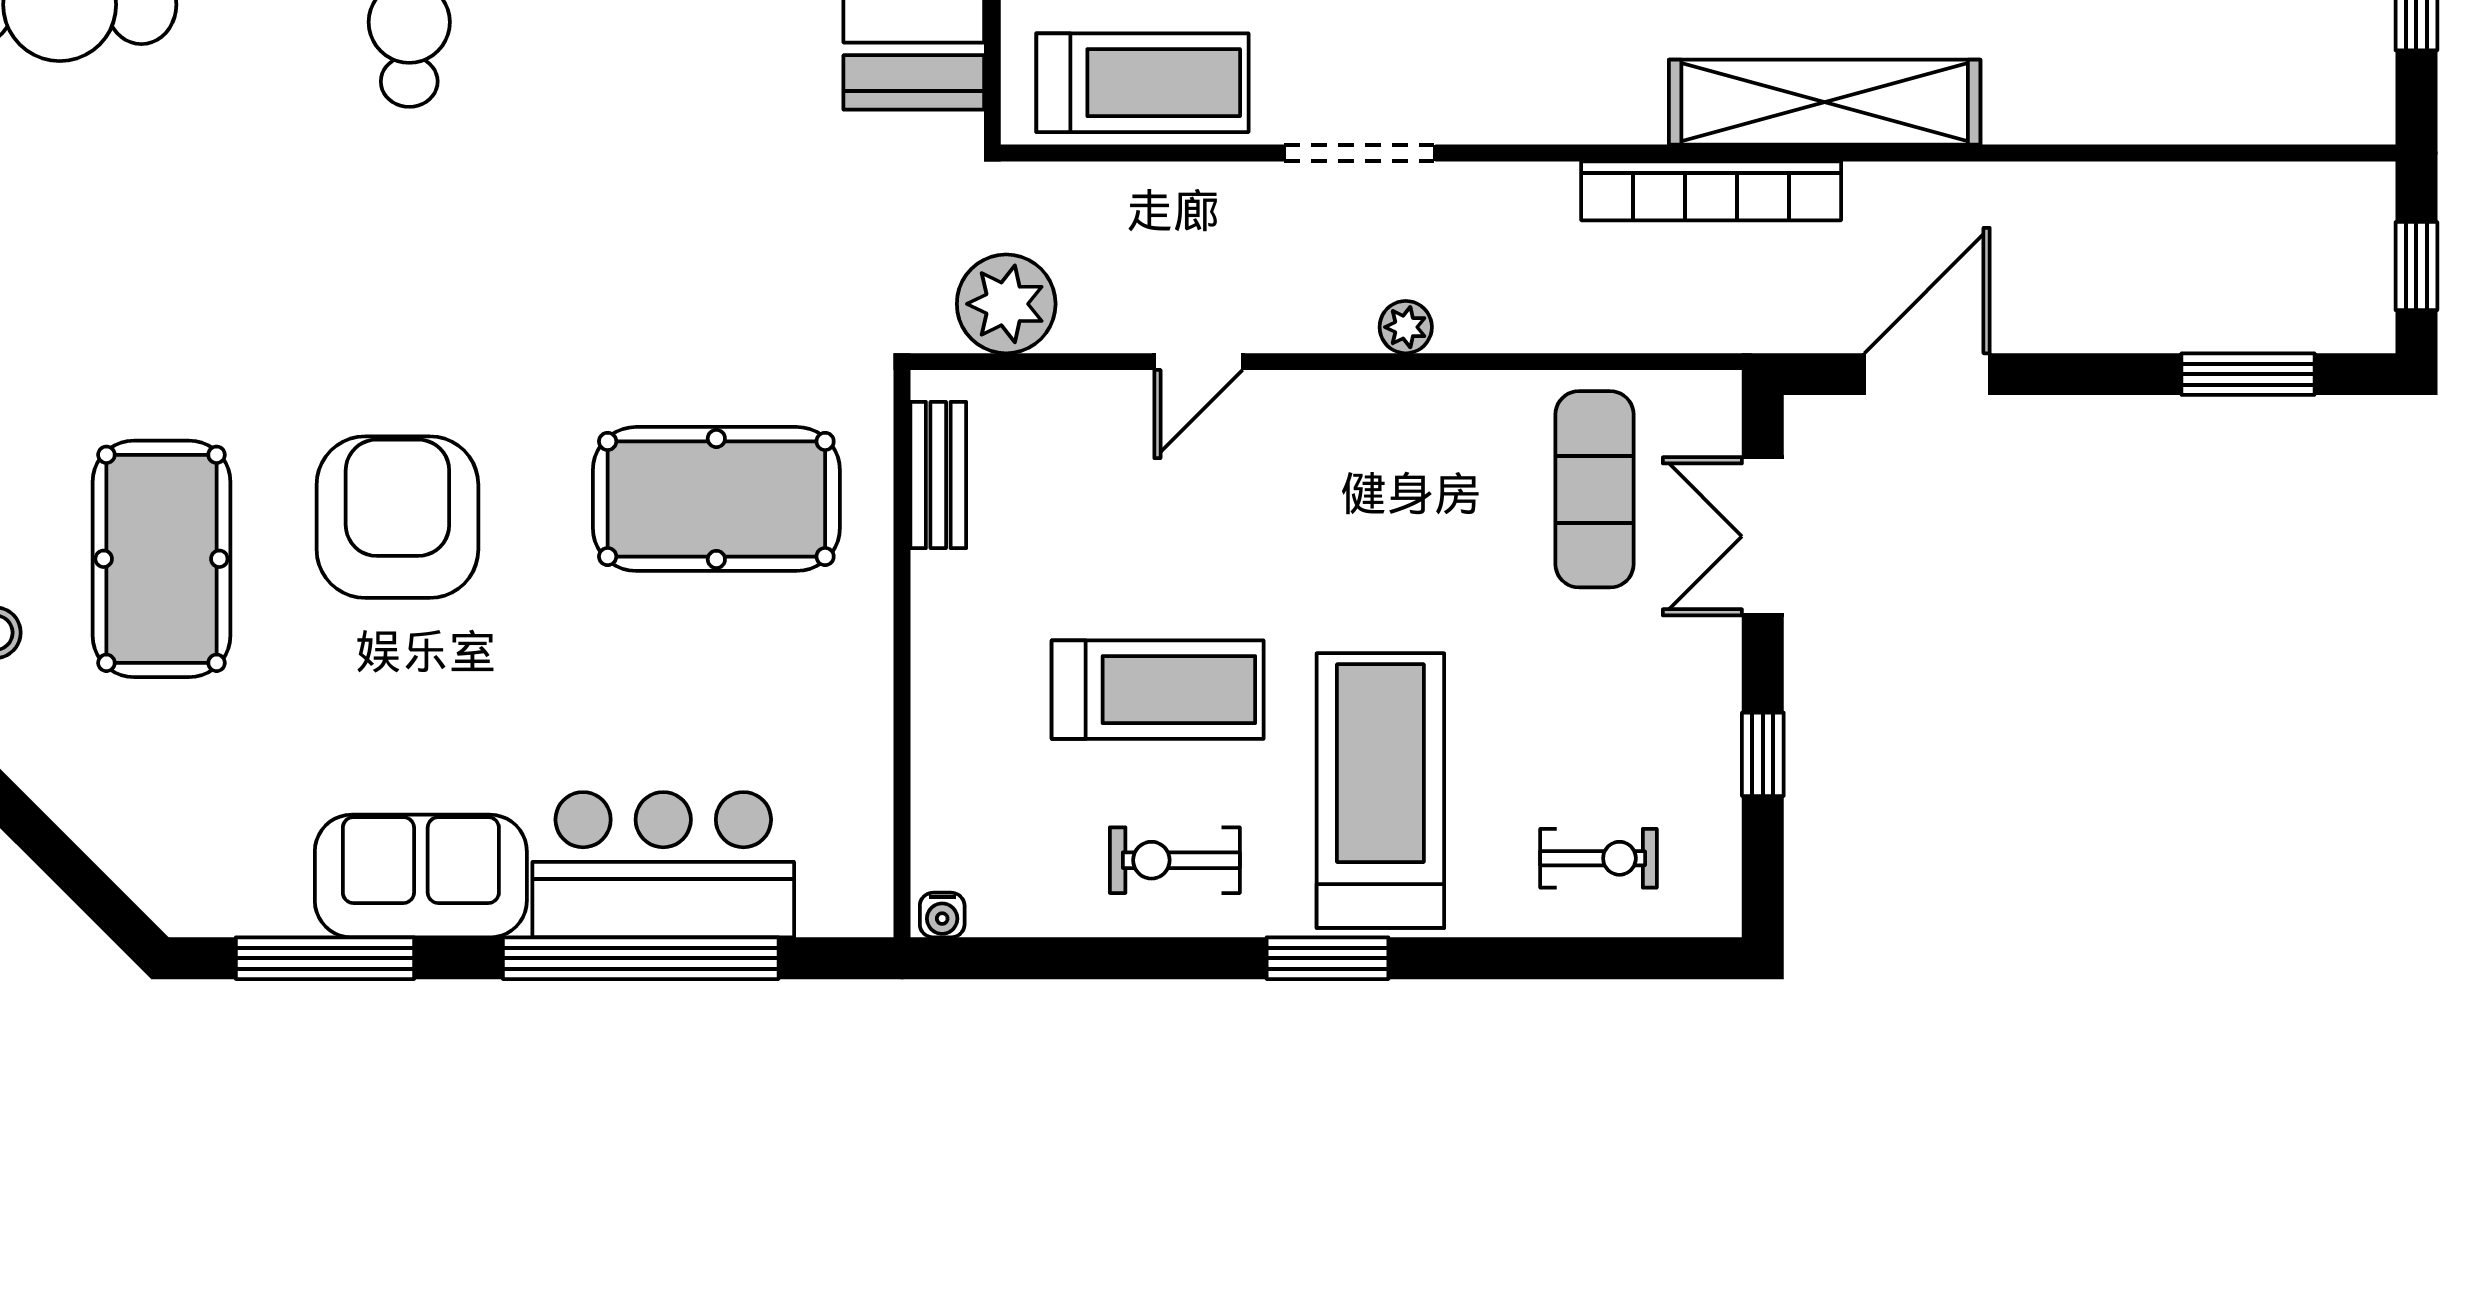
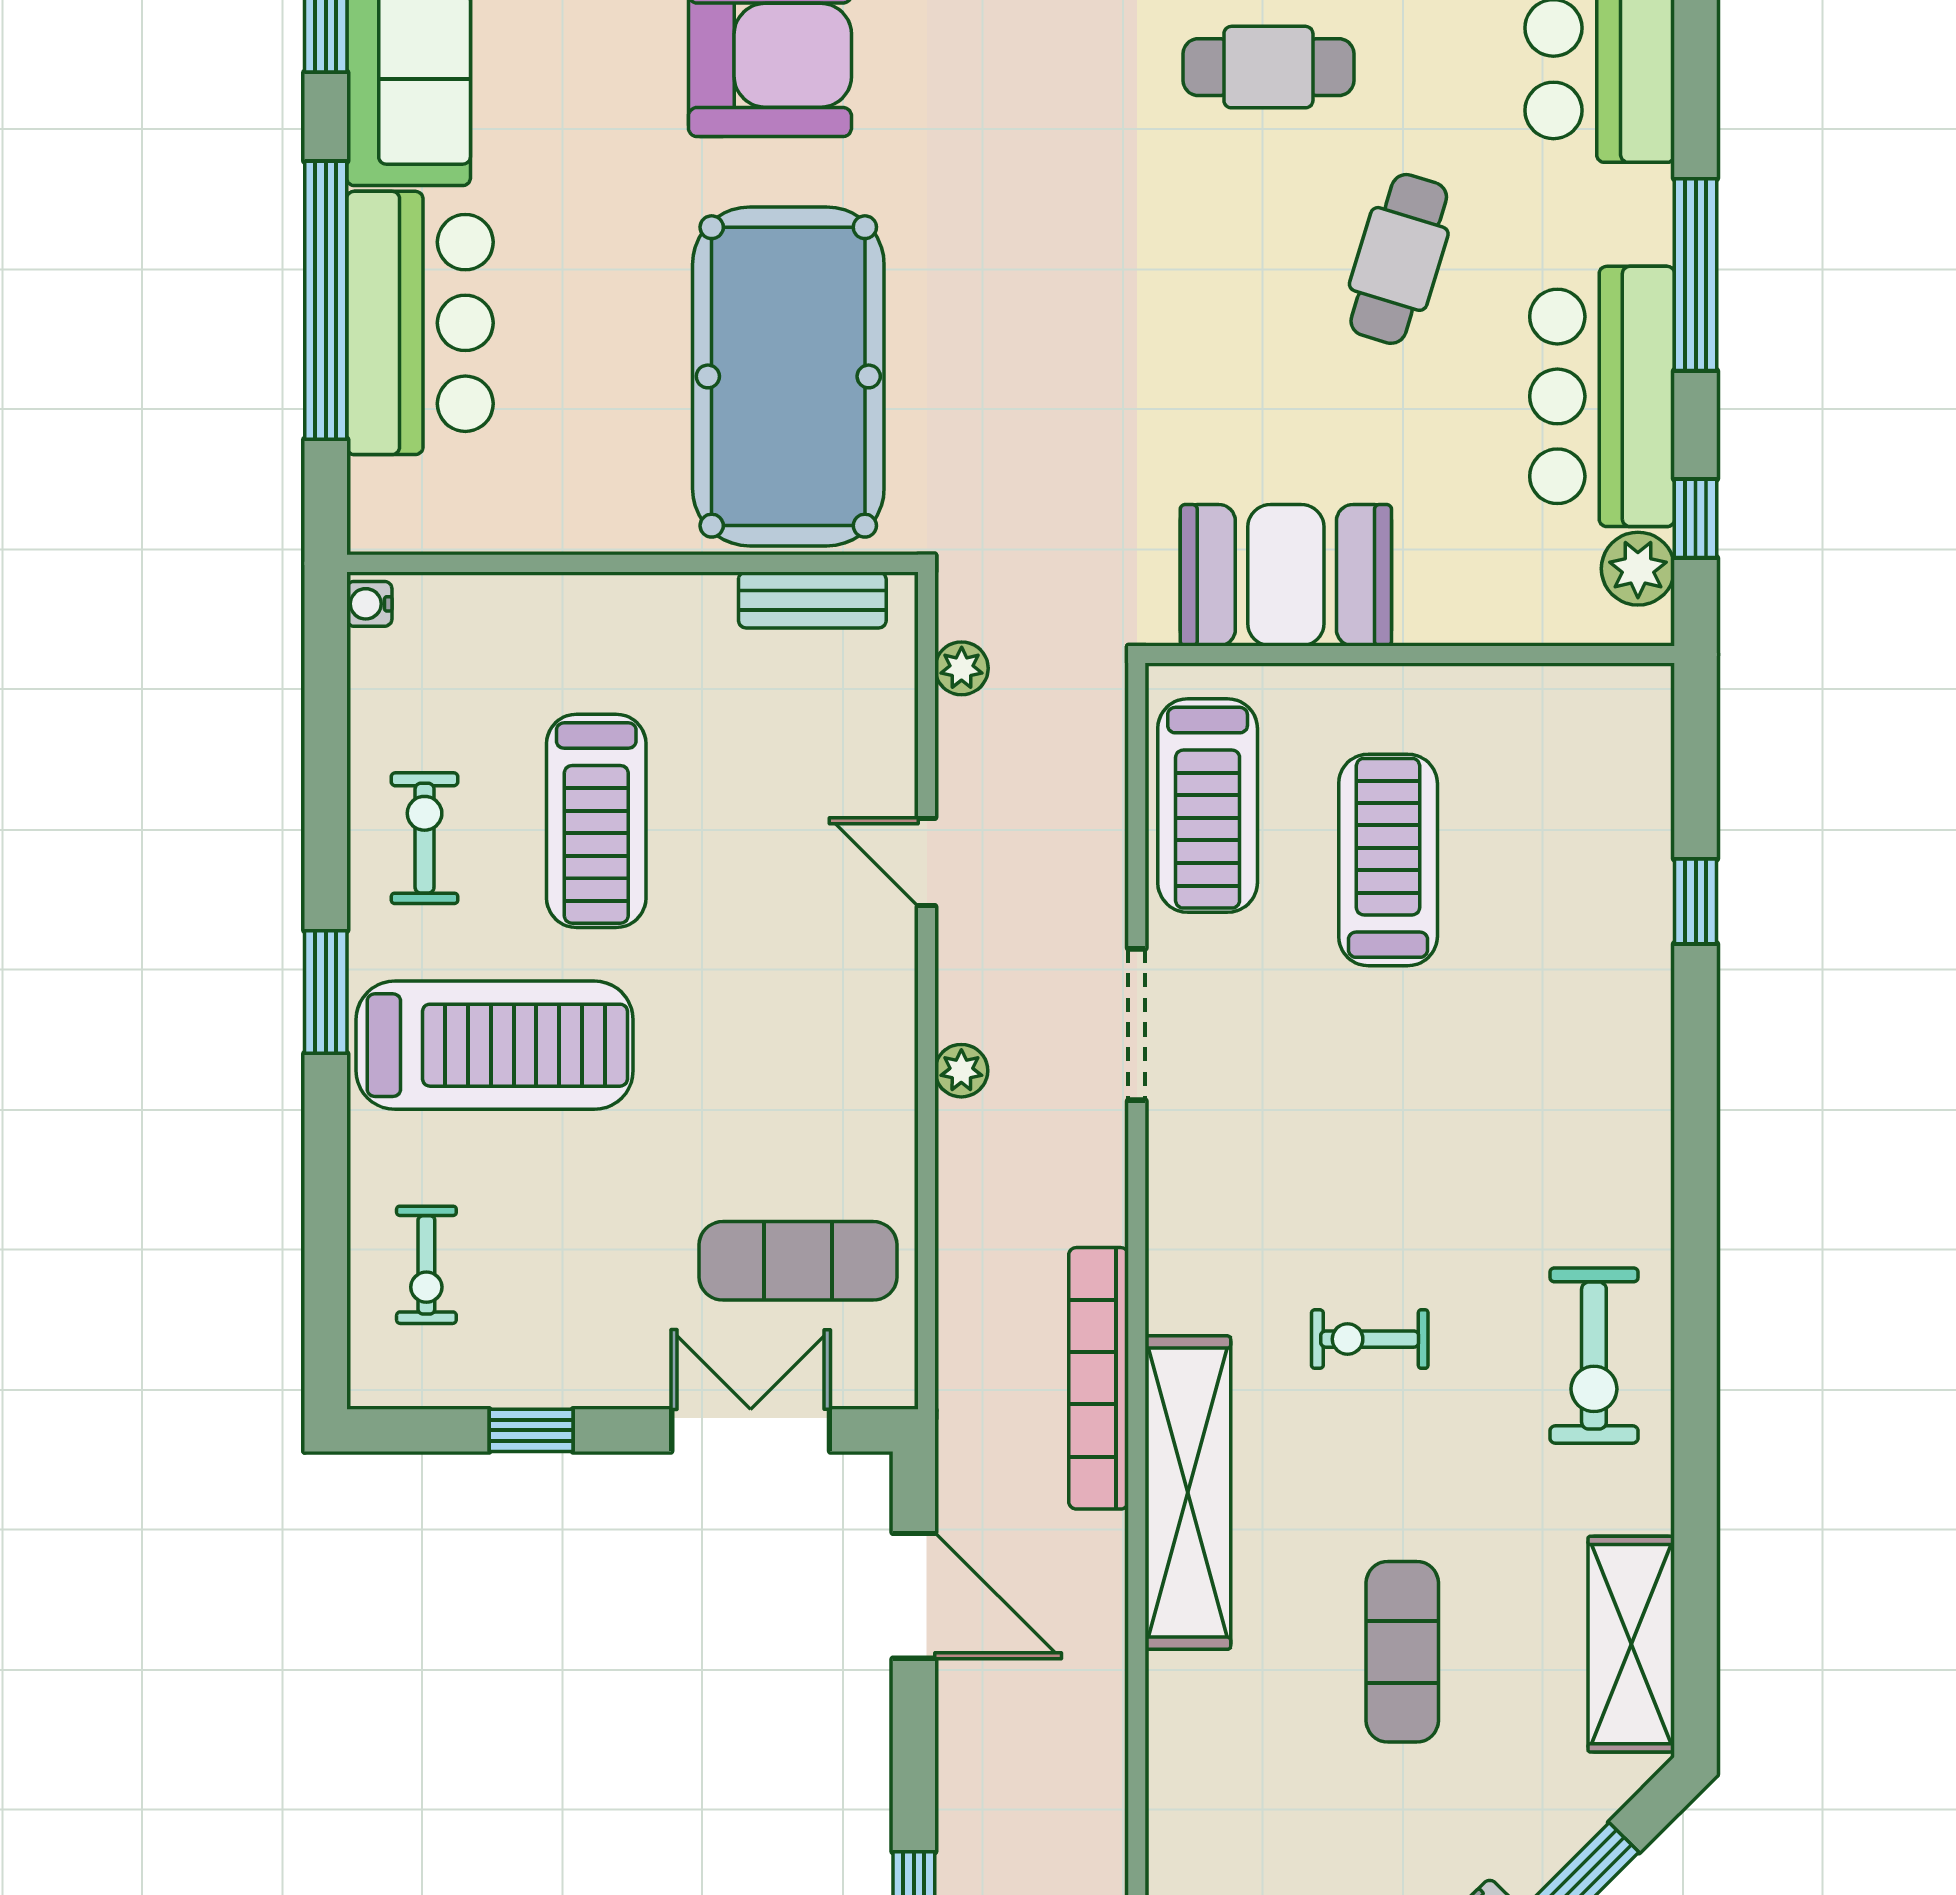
plant: (1006, 304) -> (962, 668), width x0.53, depth x0.53
pool table: (716, 499) -> (788, 376), width x1.36, depth x1.32

